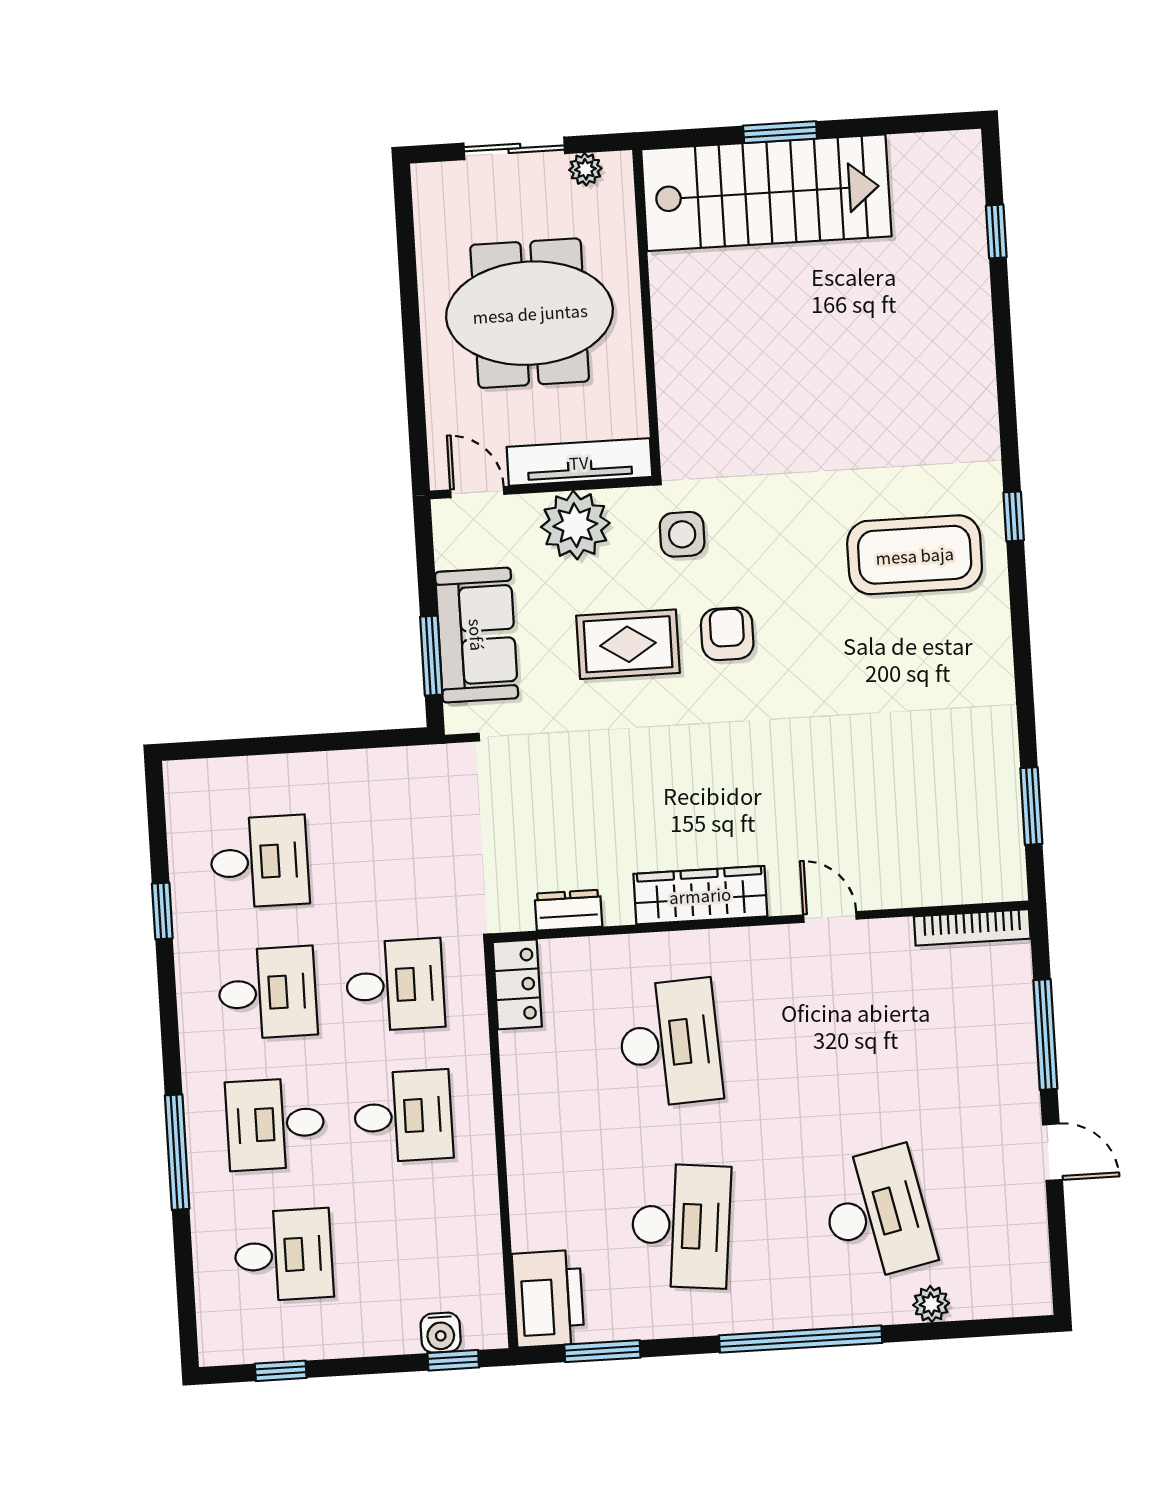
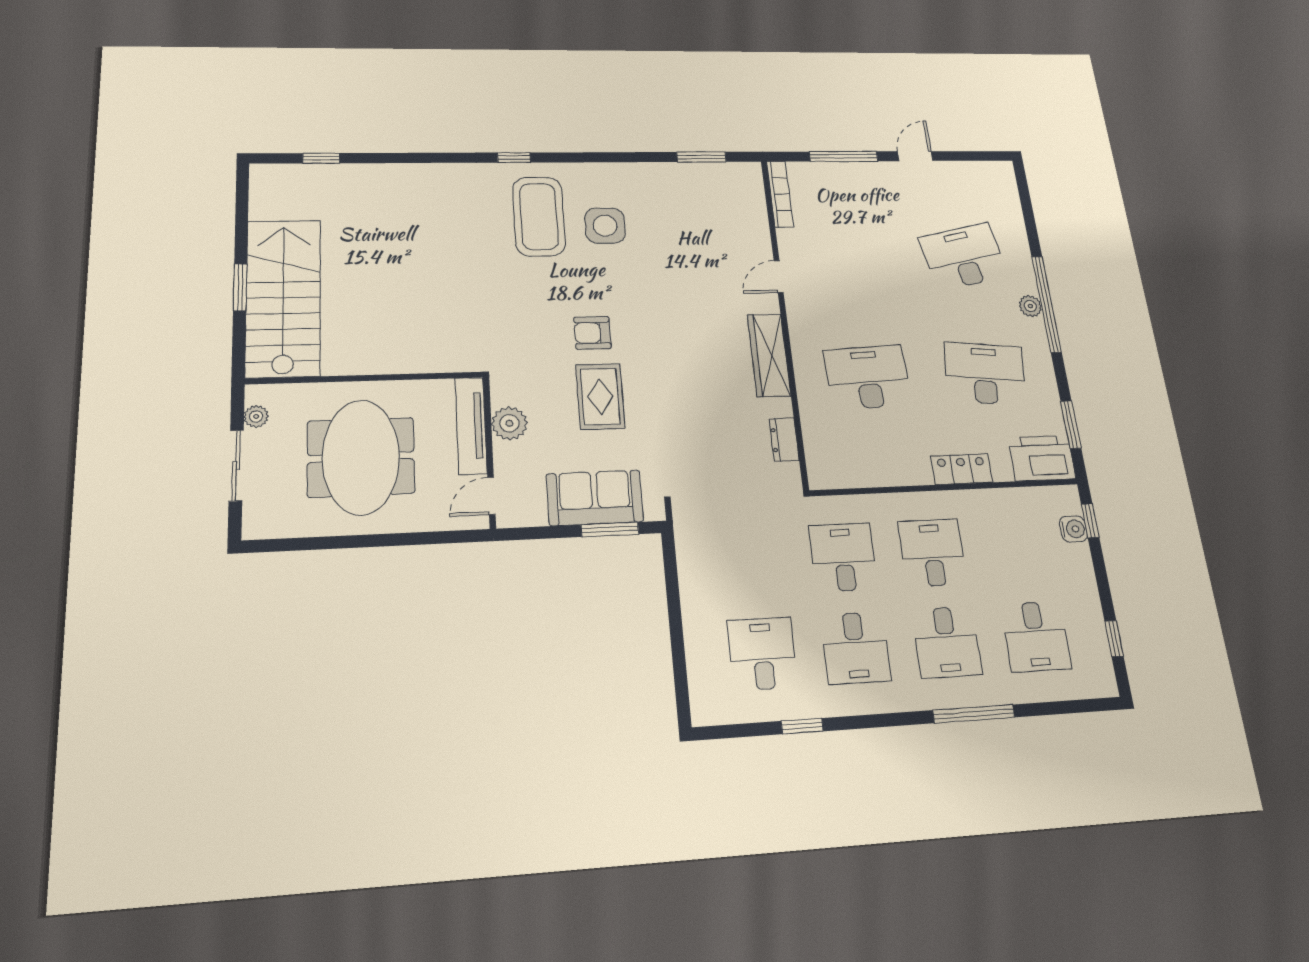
plant: (575, 525) -> (509, 423), width x0.73, depth x0.73
side table: (682, 534) -> (605, 226), moved, width x1.37, depth x1.37
locker: (517, 984) -> (962, 469), moved
desk: (267, 993) -> (856, 648), turned 180
desk: (283, 1255) -> (1036, 636), turned 180
plant: (931, 1304) -> (1030, 306), moved

